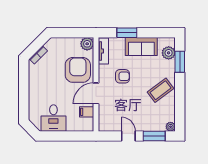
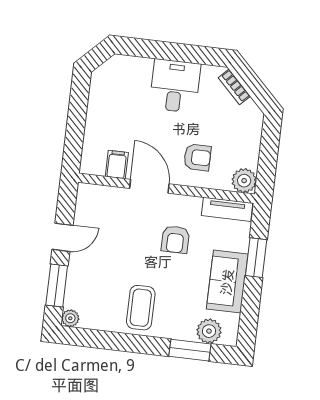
armchair: (78, 70) -> (197, 157), width x0.53, depth x0.53
coffee table: (161, 90) -> (141, 308), turned 37
desk: (53, 118) -> (175, 86), moved, turned 90

